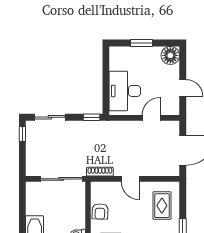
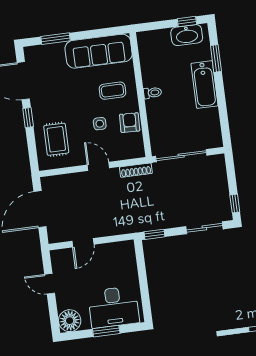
desk: (125, 91) -> (114, 307), moved, turned 90
side table: (125, 214) -> (100, 124), added

